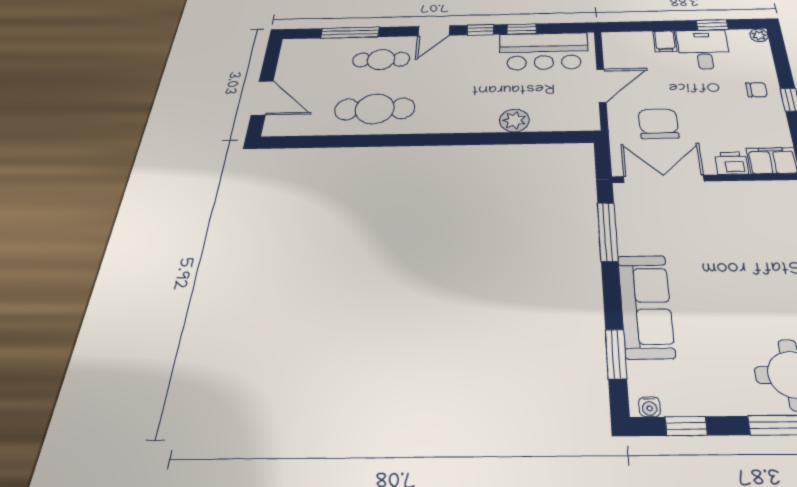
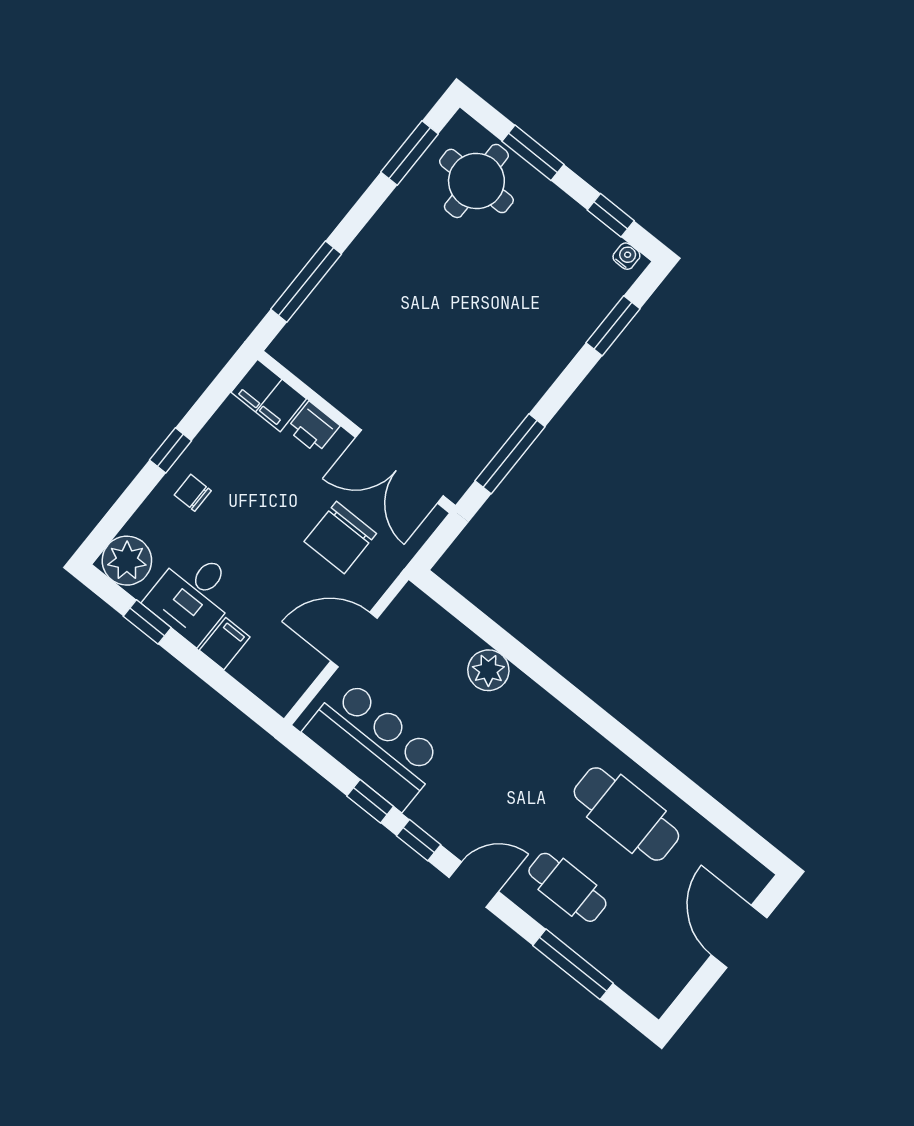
plant: (759, 35) -> (127, 561), width x1.88, depth x1.88
sofa: (646, 306) -> (544, 348), removed

